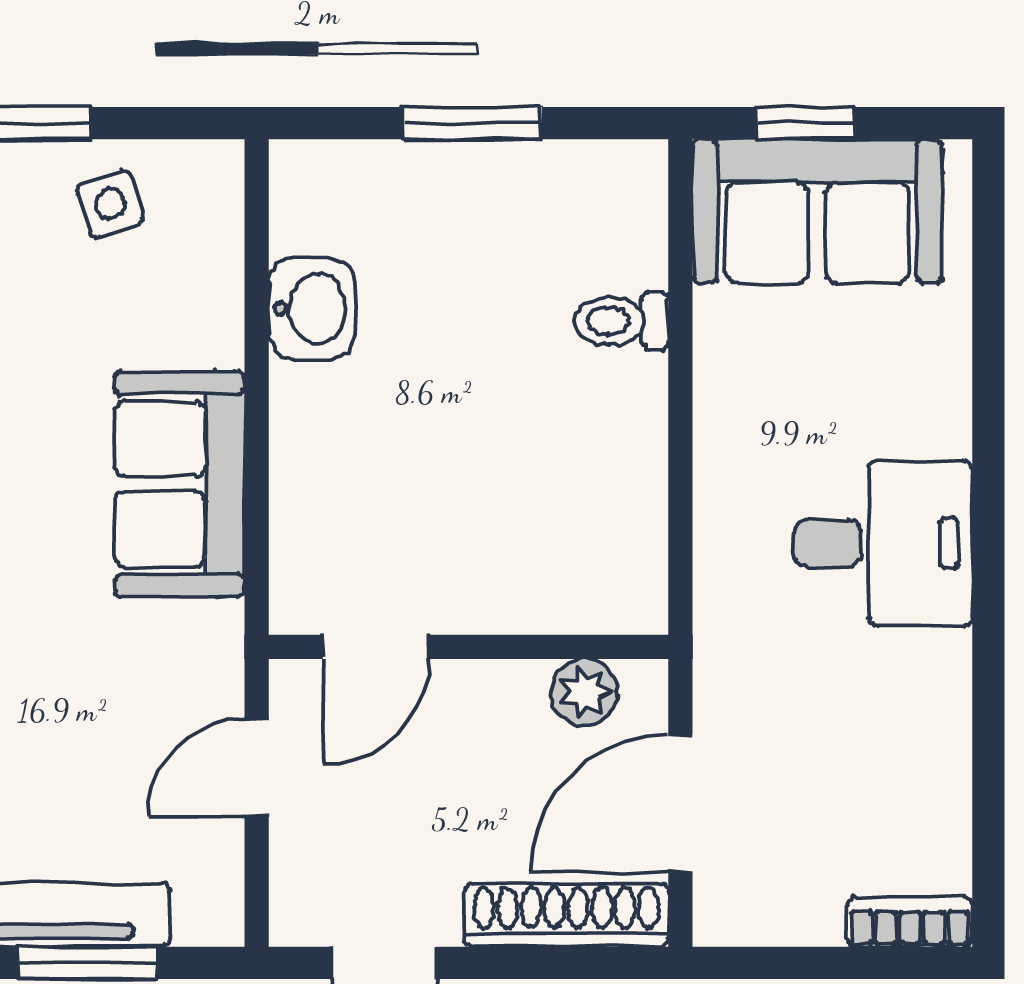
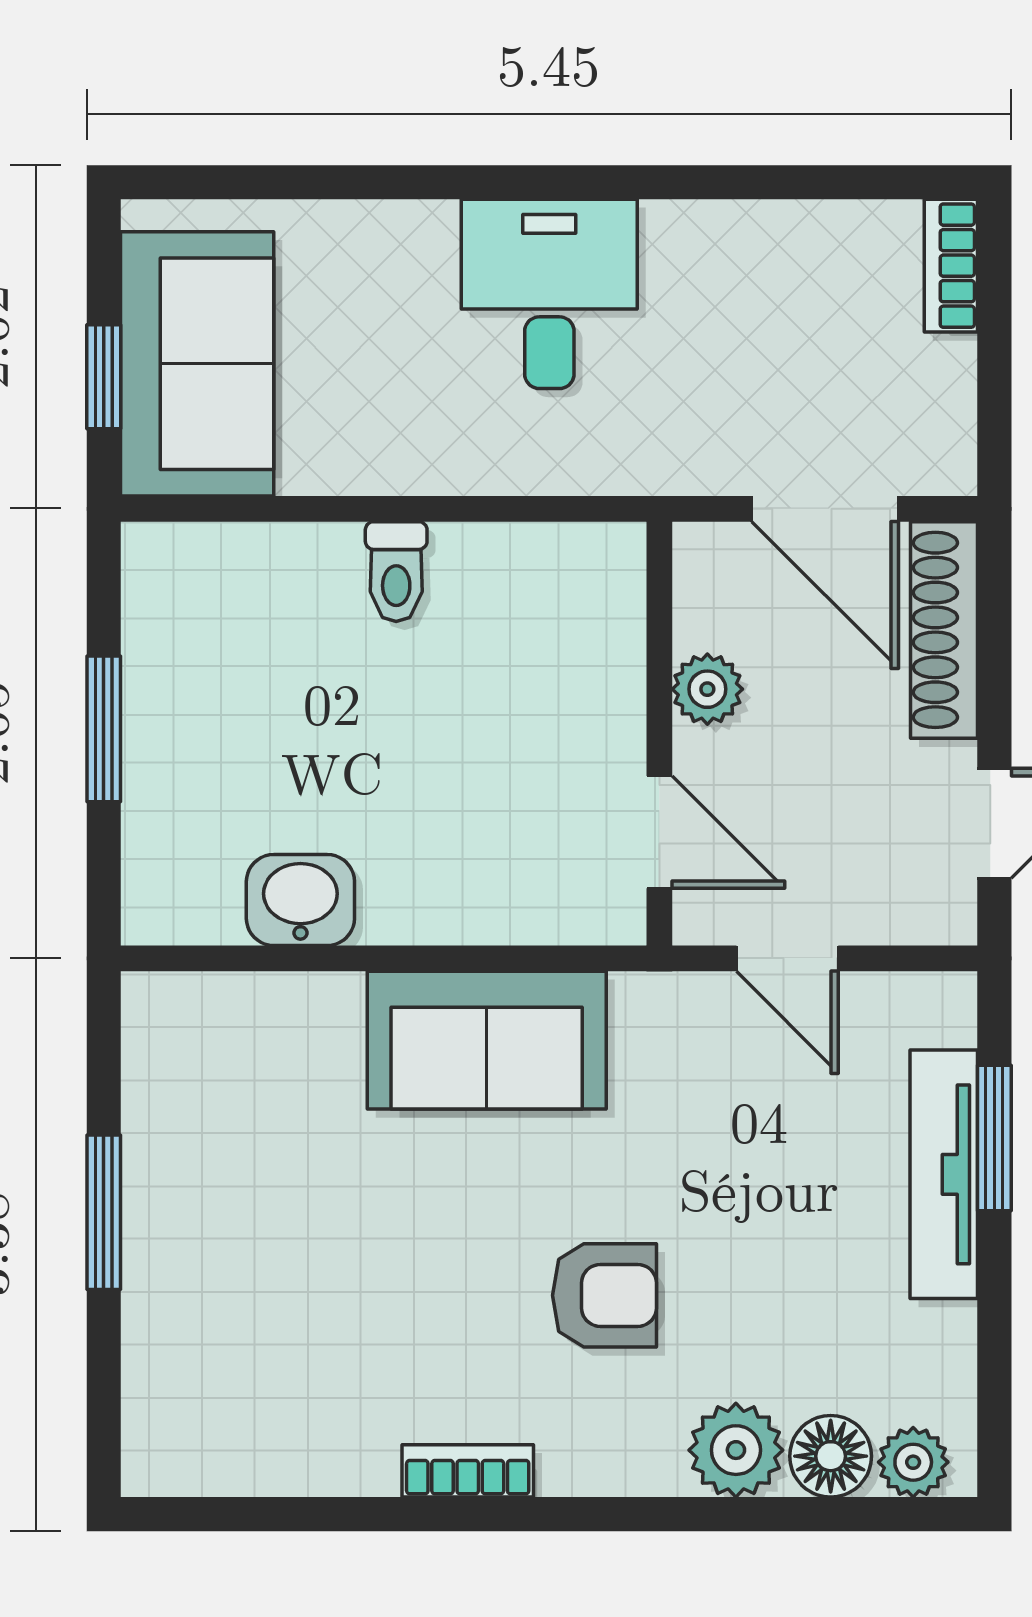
side table: (110, 204) -> (190, 1114), removed
toilet: (621, 321) -> (396, 572), moved
plant: (585, 692) -> (707, 689), moved

